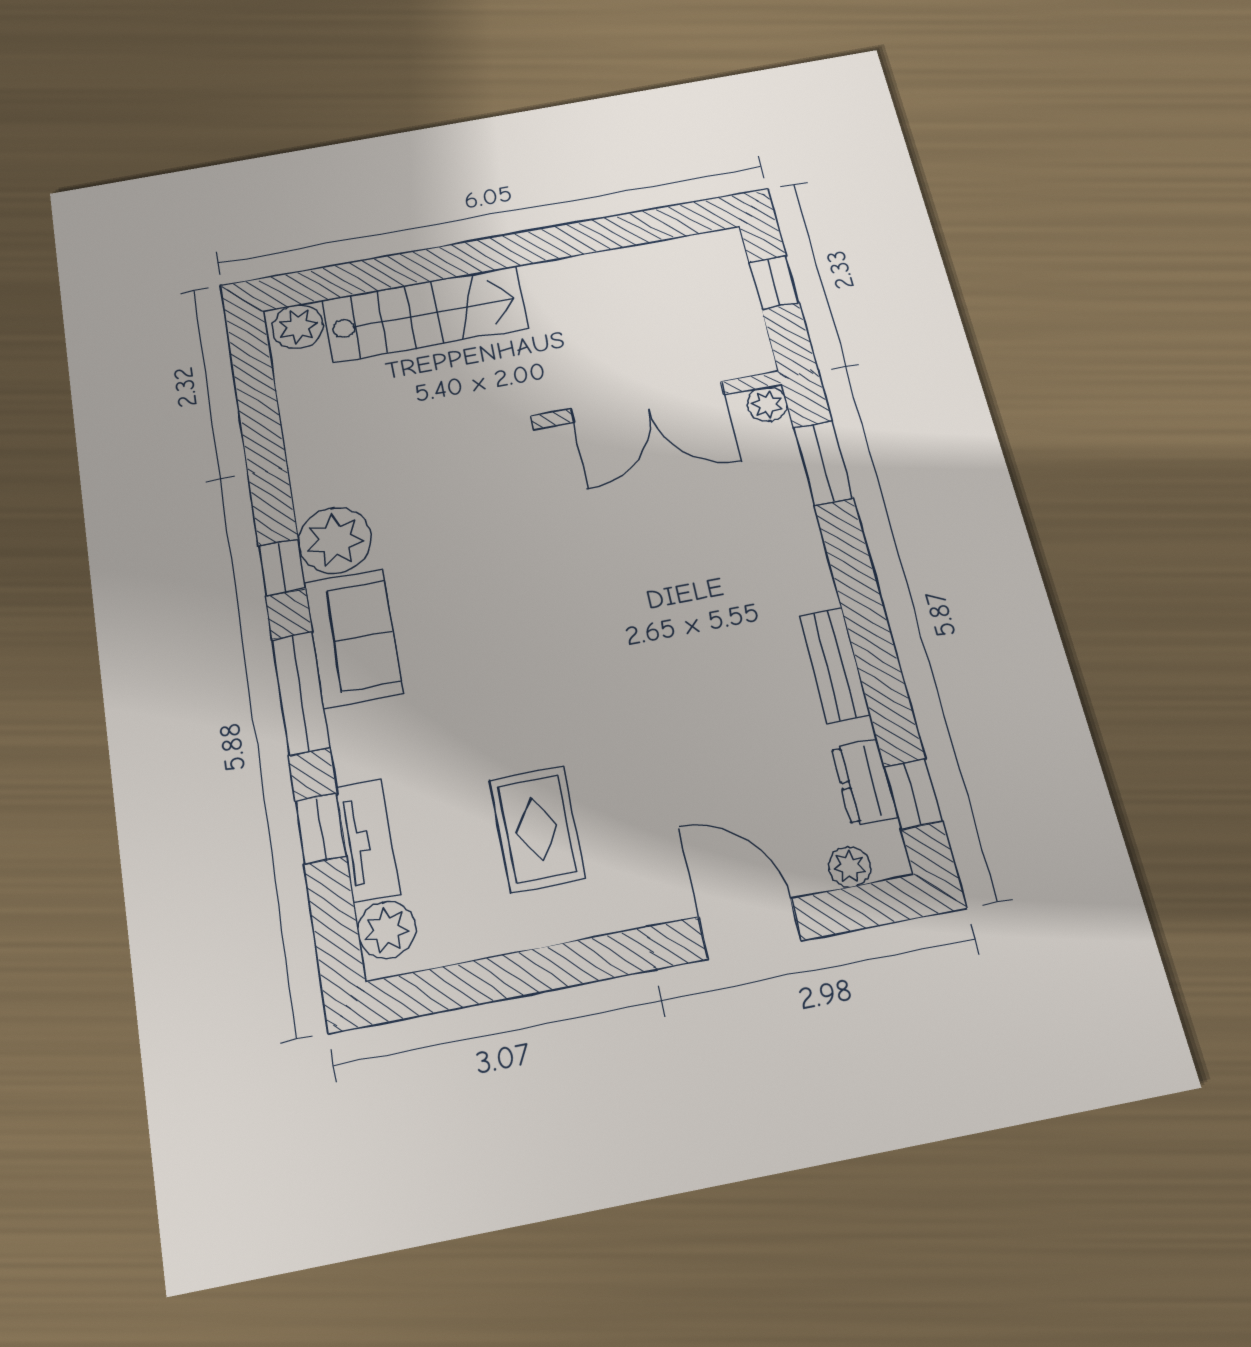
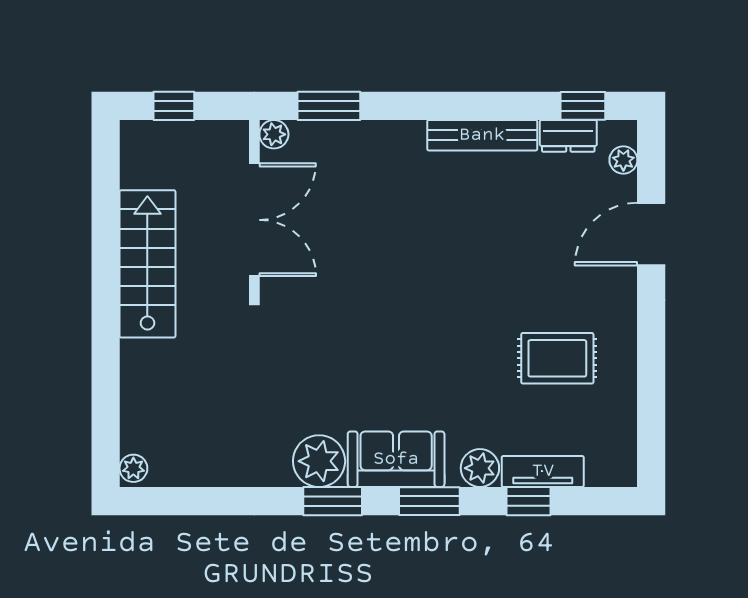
stairs: (425, 314) -> (147, 264), moved
plant: (298, 326) -> (133, 468), width x0.73, depth x0.73
window: (282, 567) -> (333, 501), width x1.50
bench: (835, 665) -> (482, 135), width x1.36
window: (301, 693) -> (429, 501), width x0.69
plant: (387, 930) -> (480, 468), moved

